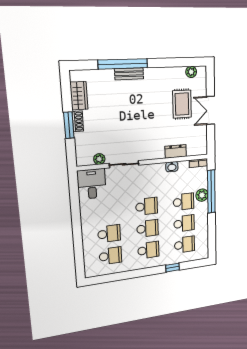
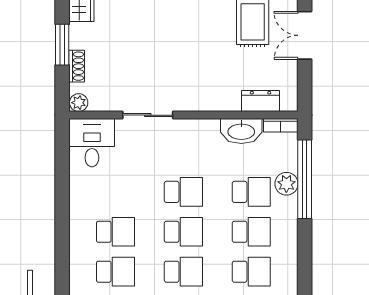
shoe rack: (78, 121) -> (77, 66), moved
dresser: (176, 151) -> (261, 101), moved
plant: (99, 159) -> (79, 103), moved
washbasin: (172, 167) -> (241, 131), width x1.91, depth x1.45

